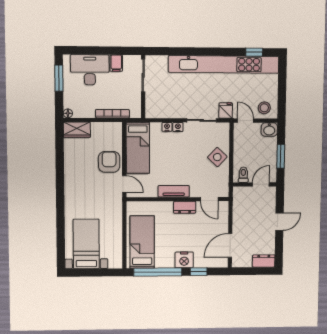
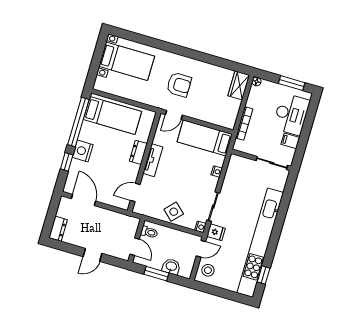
nightstand: (178, 127) -> (200, 227), moved
washbasin: (269, 130) -> (171, 267), moved, turned 90
armchair: (109, 162) -> (179, 85), moved
dresser: (185, 207) -> (138, 152), moved
door: (279, 222) -> (93, 255), hinge flipped

